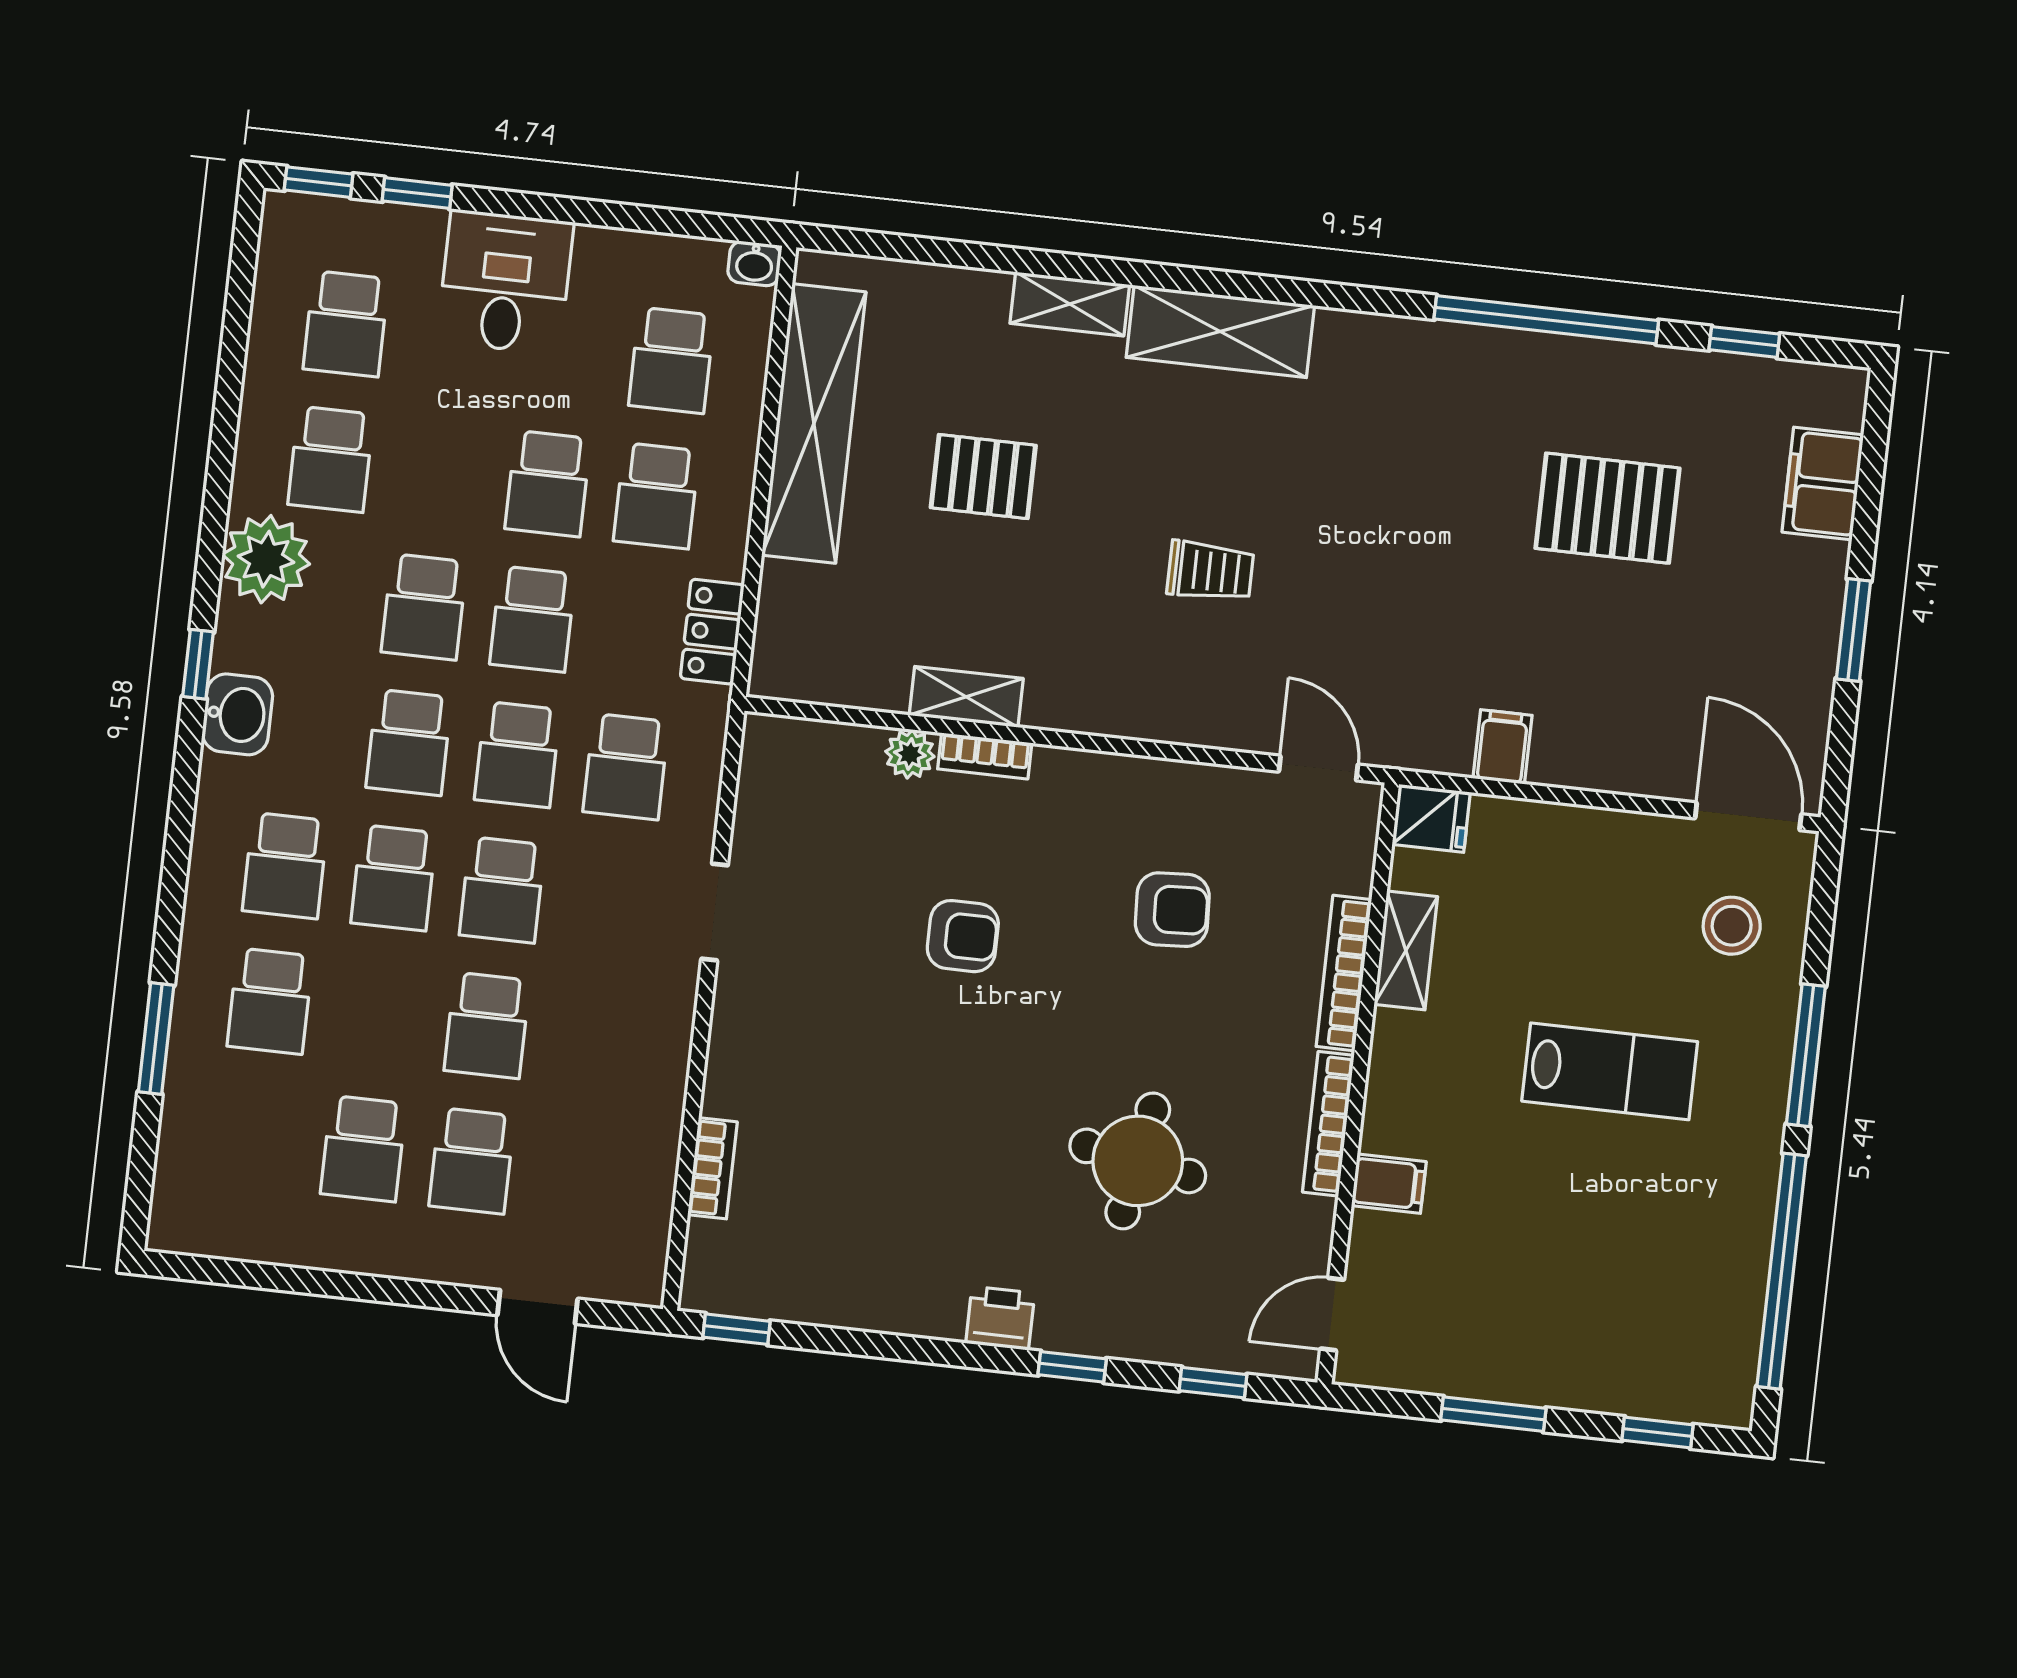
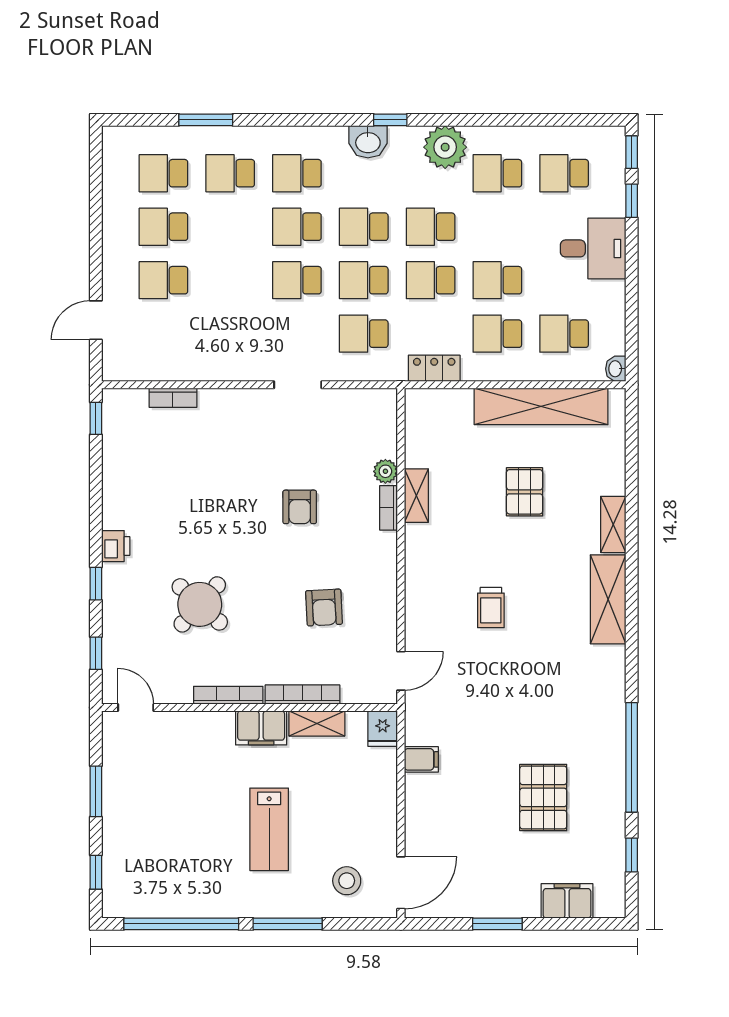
school desk: (487, 1025) -> (163, 173), moved
round table: (1138, 1161) -> (200, 604), turned 32
filing cabinet: (1389, 1184) -> (261, 728), moved, width x2.00

